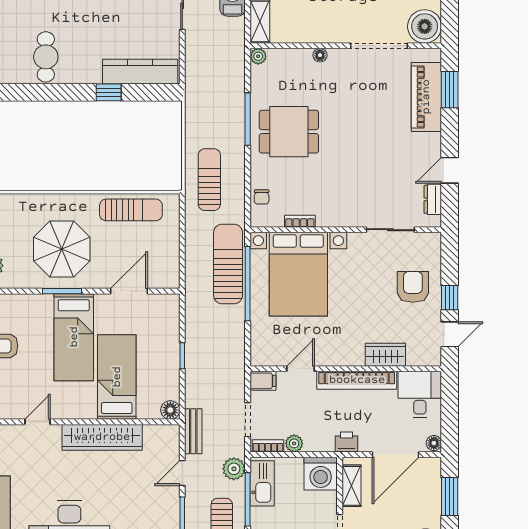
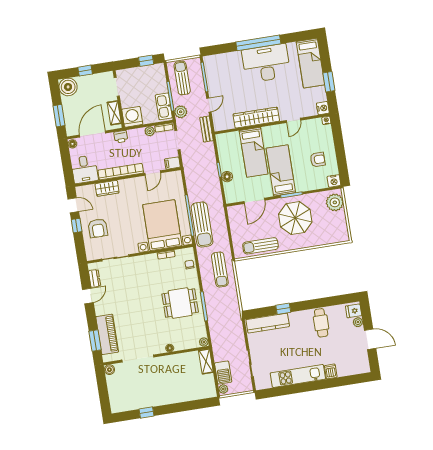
boiler: (425, 26) -> (109, 370), width x0.54, depth x0.54
door: (450, 334) -> (73, 205), swing flipped
floor lamp: (170, 410) -> (227, 177), moved

